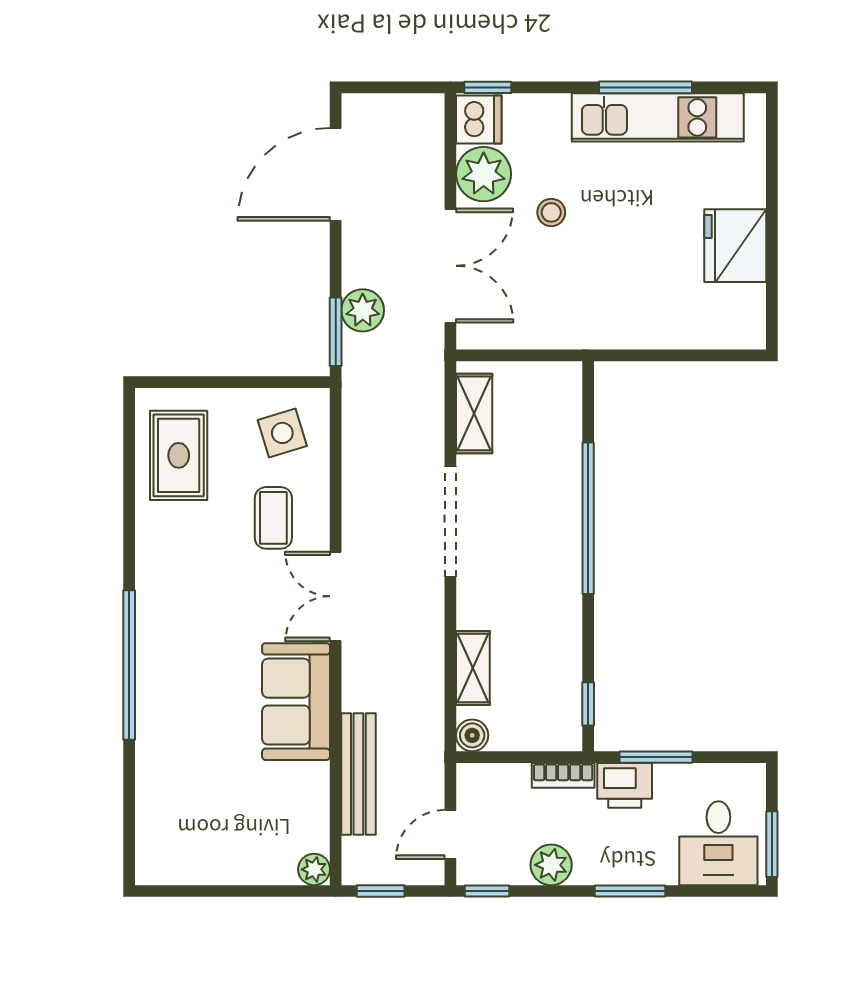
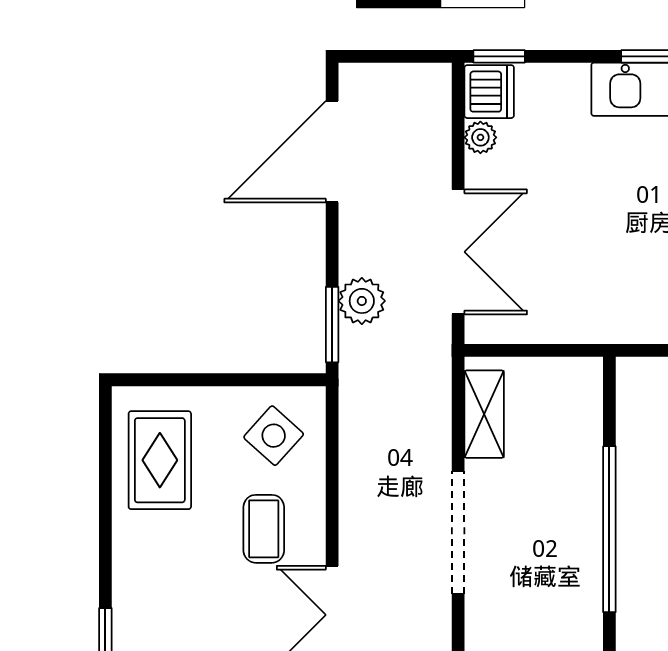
plant: (484, 174) -> (480, 137), width x0.53, depth x0.53
stool: (551, 212) -> (569, 194), removed
side table: (282, 433) -> (274, 436), turned -31

